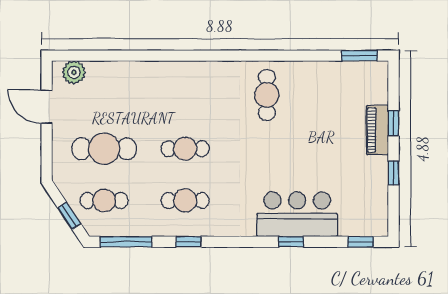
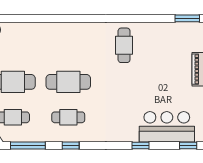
cafe table: (185, 149) -> (68, 82), width x1.37, depth x1.35
bar counter: (297, 214) -> (167, 127), moved

